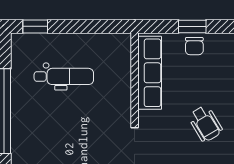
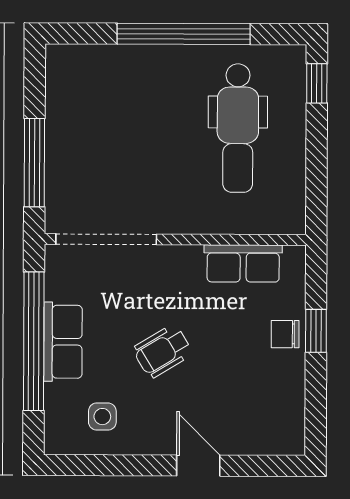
row of seats: (150, 73) -> (243, 263), width x0.68
dental chair: (64, 76) -> (238, 128), width x1.36, depth x1.38

